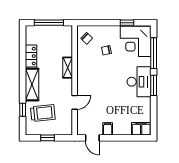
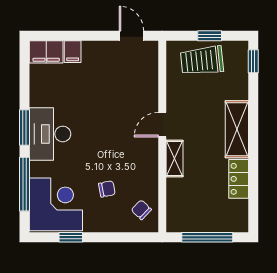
door: (75, 102) -> (162, 125), moved
window: (23, 110) -> (253, 61), moved
trolley: (43, 113) -> (202, 61), moved
filing cabinet: (108, 129) -> (73, 52), moved

